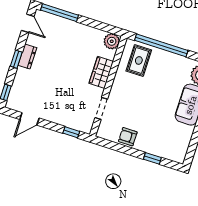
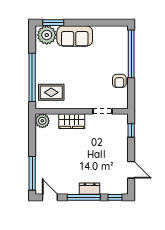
door: (28, 23) -> (50, 197), hinge flipped
dresser: (27, 57) -> (90, 189), moved
window: (16, 59) -> (84, 197), width x2.17
window: (152, 158) -> (131, 54), width x3.17

